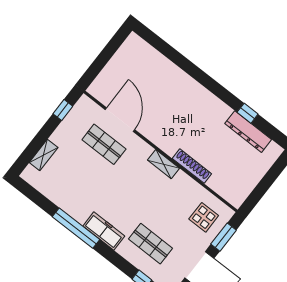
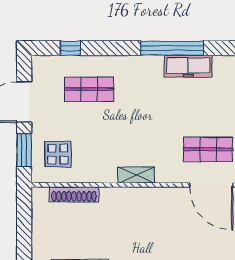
shoe rack: (192, 166) -> (74, 194), moved
freezer: (104, 231) -> (188, 66), moved

